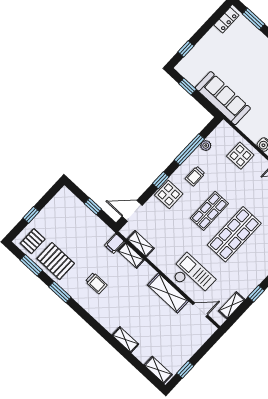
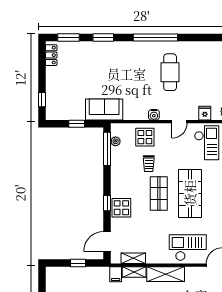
window: (187, 86) -> (77, 124), moved
sofa: (223, 98) -> (104, 109), width x0.73
plant: (206, 146) -> (116, 141), moved
window: (189, 150) -> (107, 149), moved
trolley: (195, 176) -> (149, 164), moved
shelving: (168, 293) -> (166, 274), moved

